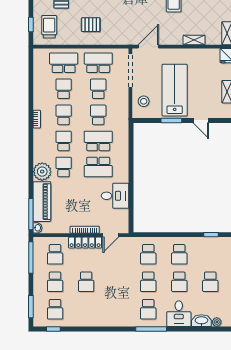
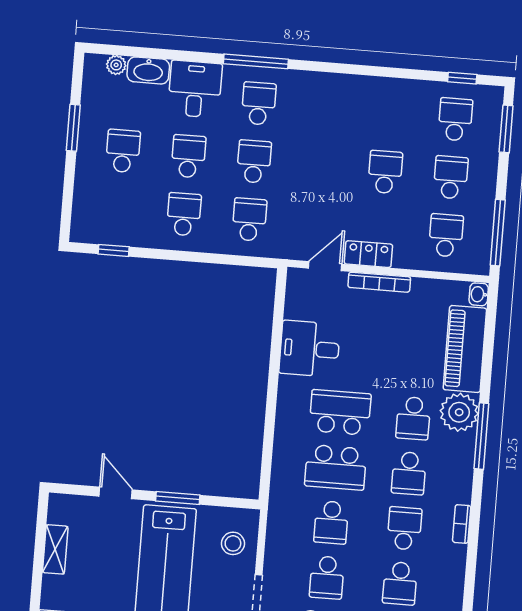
school desk: (64, 115) -> (404, 528), turned 180
window: (31, 214) -> (481, 436), moved
locker: (85, 243) -> (368, 254), width x0.66

